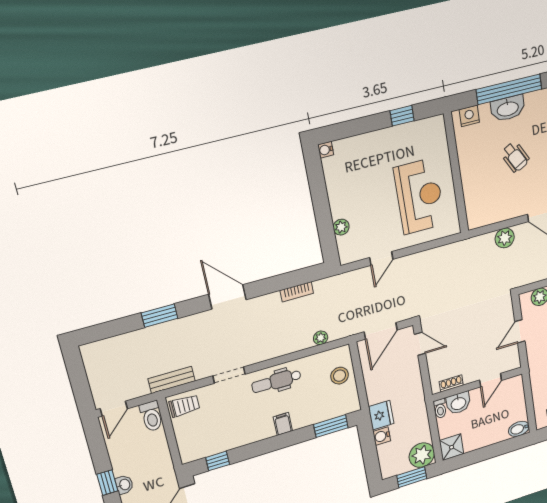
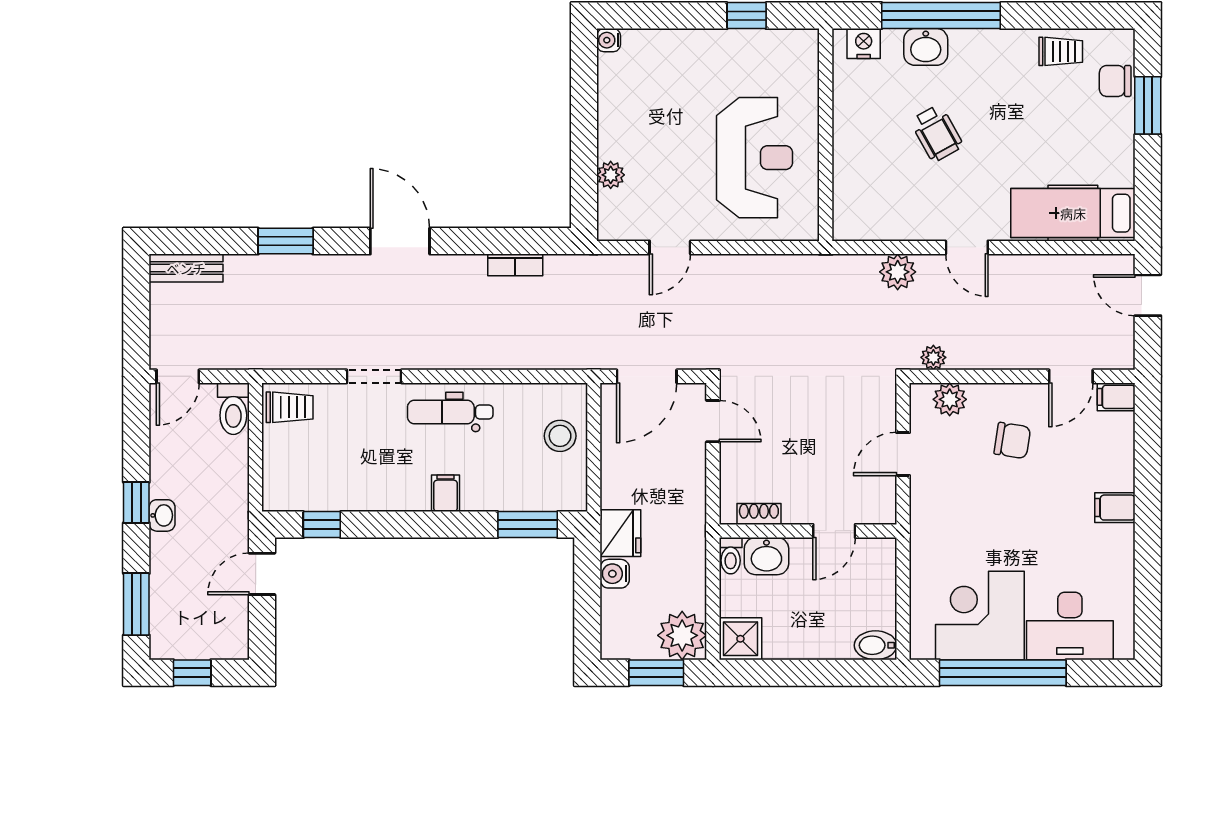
washbasin: (508, 108) -> (926, 47), width x0.72
plant: (321, 338) -> (933, 357), moved
bench: (172, 380) -> (186, 268), moved

